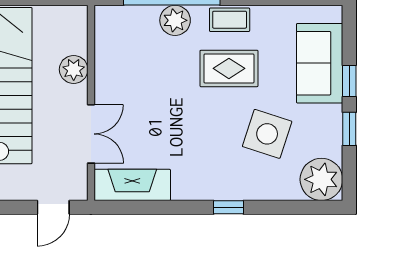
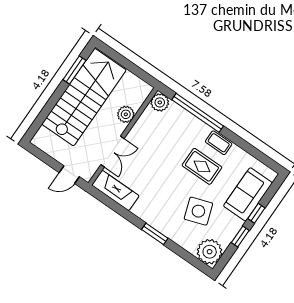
plant: (175, 20) -> (160, 102), moved
side table: (267, 134) -> (198, 211), turned -37
window: (228, 207) -> (155, 234), width x1.50

